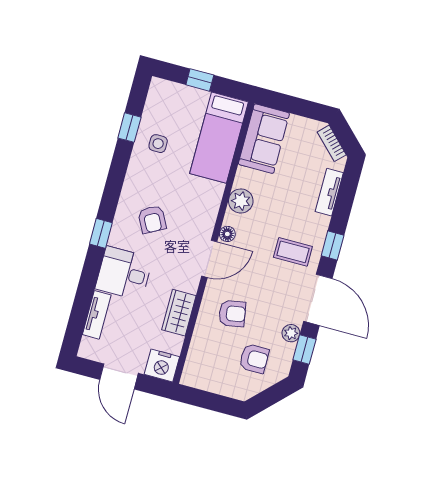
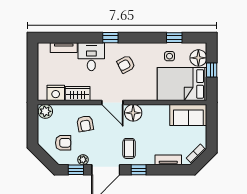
floor lamp: (174, 97) -> (198, 58), added
bed: (219, 138) -> (182, 84), width x1.50
plant: (241, 201) -> (45, 111), moved
floor lamp: (227, 234) -> (133, 113), width x1.89, depth x1.89
armchair: (254, 359) -> (63, 143), turned -90
nightstand: (162, 366) -> (56, 93), moved, turned -90
door: (119, 376) -> (33, 69), removed

